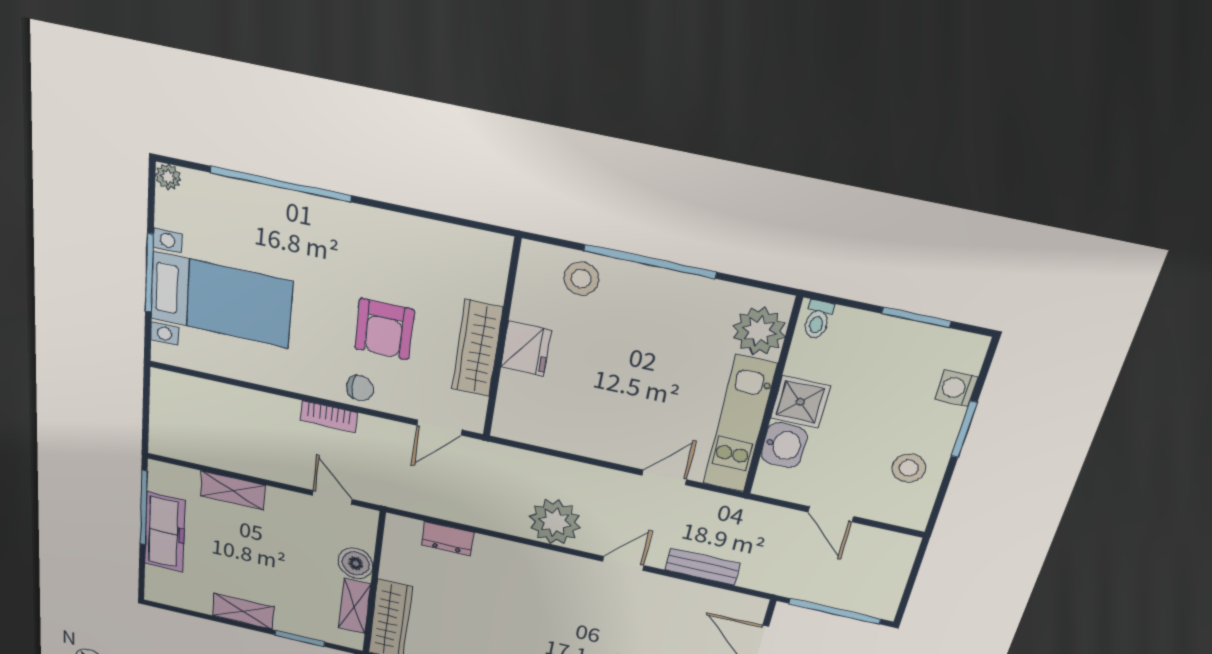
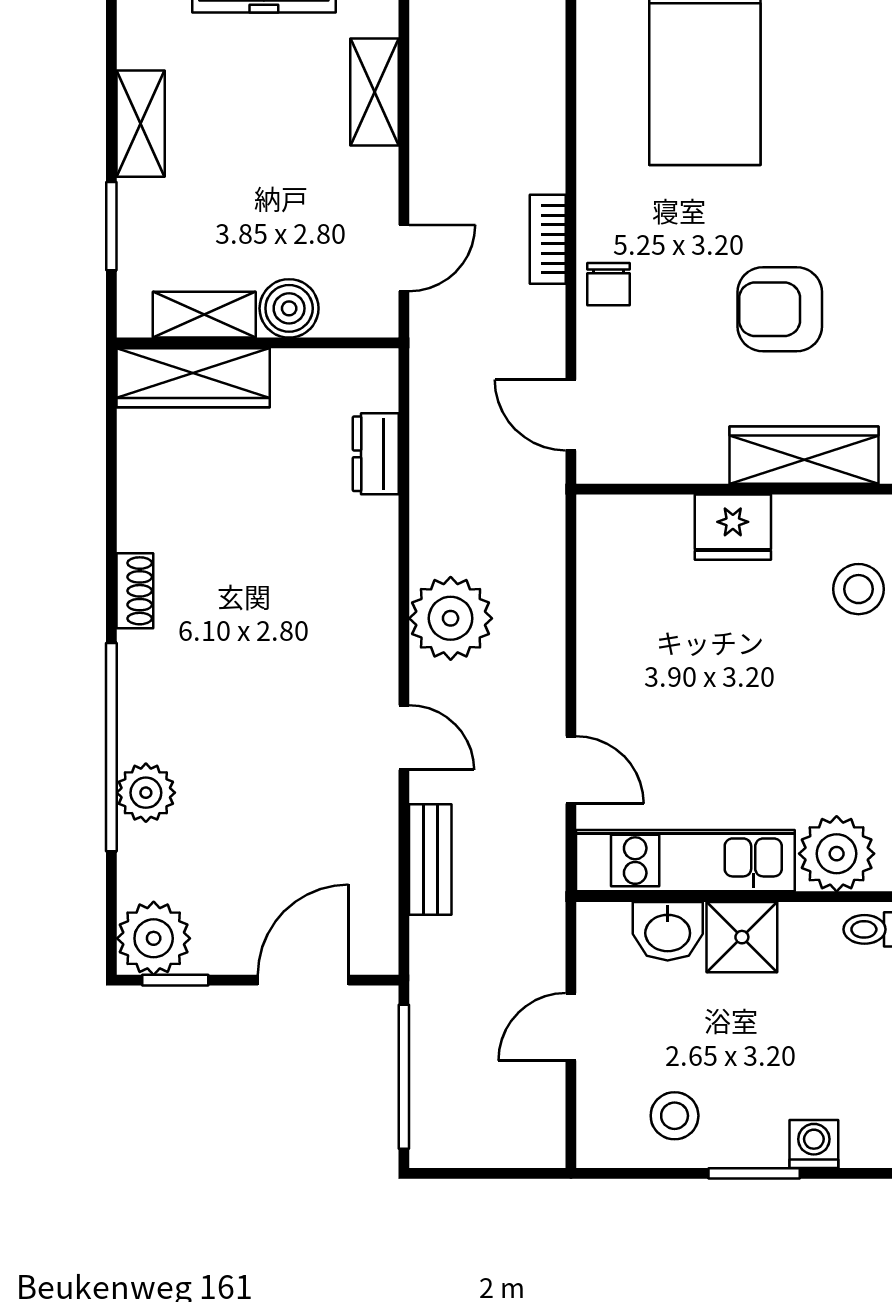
armchair: (384, 329) -> (780, 309), moved
wardrobe: (477, 348) -> (804, 455), moved

